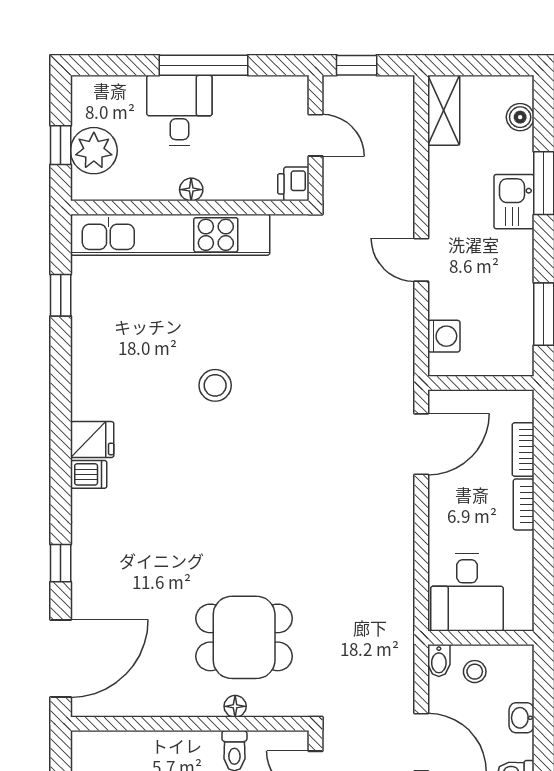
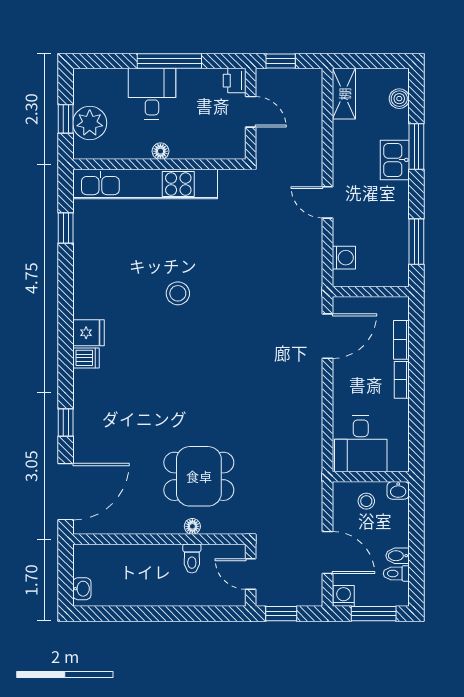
printer: (293, 184) -> (235, 81), moved
bidet: (439, 661) -> (398, 556), moved, turned 90
washbasin: (522, 718) -> (398, 490), moved, turned -90

